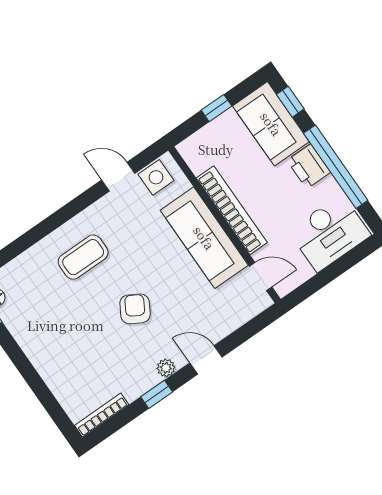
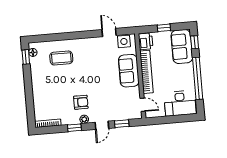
printer: (309, 166) -> (146, 41), moved, turned 180
sofa: (204, 238) -> (129, 71), width x0.73
coffee table: (83, 257) -> (61, 58), moved
armchair: (135, 309) -> (81, 102), moved, turned 60
window: (242, 335) -> (122, 124), added
door: (206, 360) -> (102, 125), swing flipped

